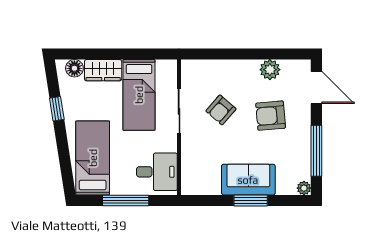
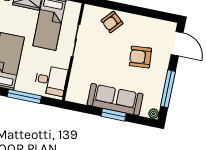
plant: (270, 70) -> (147, 24), removed
armchair: (221, 110) -> (112, 22), moved
sofa: (248, 180) -> (115, 99), width x1.36

